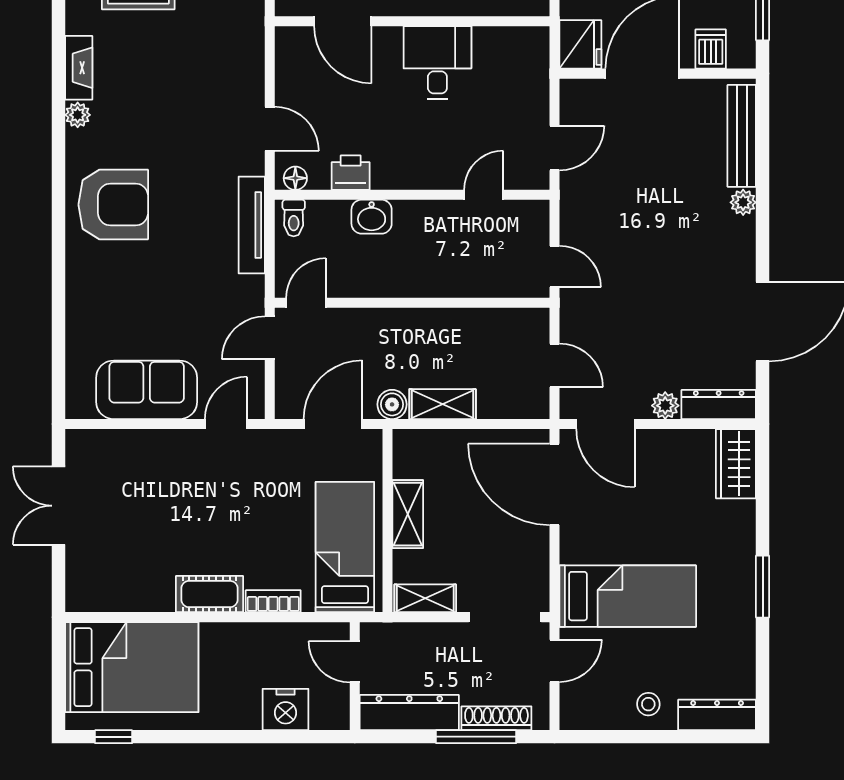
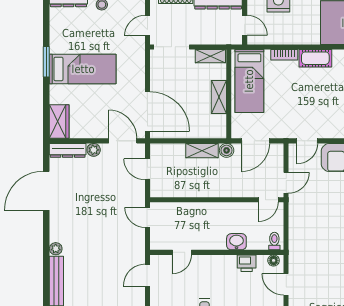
tv unit: (252, 225) -> (295, 238), removed
bed: (628, 596) -> (83, 69), moved, turned 180

